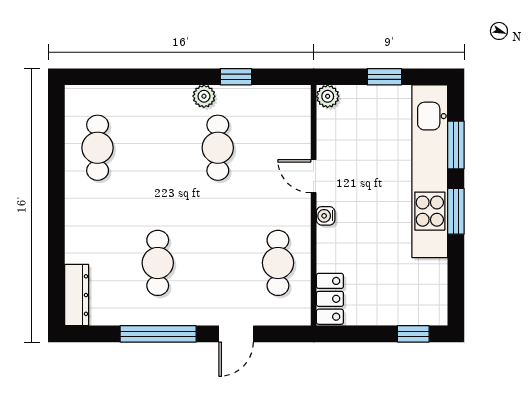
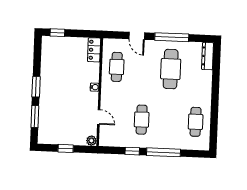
window: (166, 77) -> (163, 152), added
plant: (204, 96) -> (147, 143), removed
kitchen unit: (430, 171) -> (47, 105), removed
door: (314, 176) -> (99, 117), moved
cafe table: (158, 263) -> (171, 69), width x1.37, depth x1.35
door: (236, 334) -> (137, 36), swing flipped

